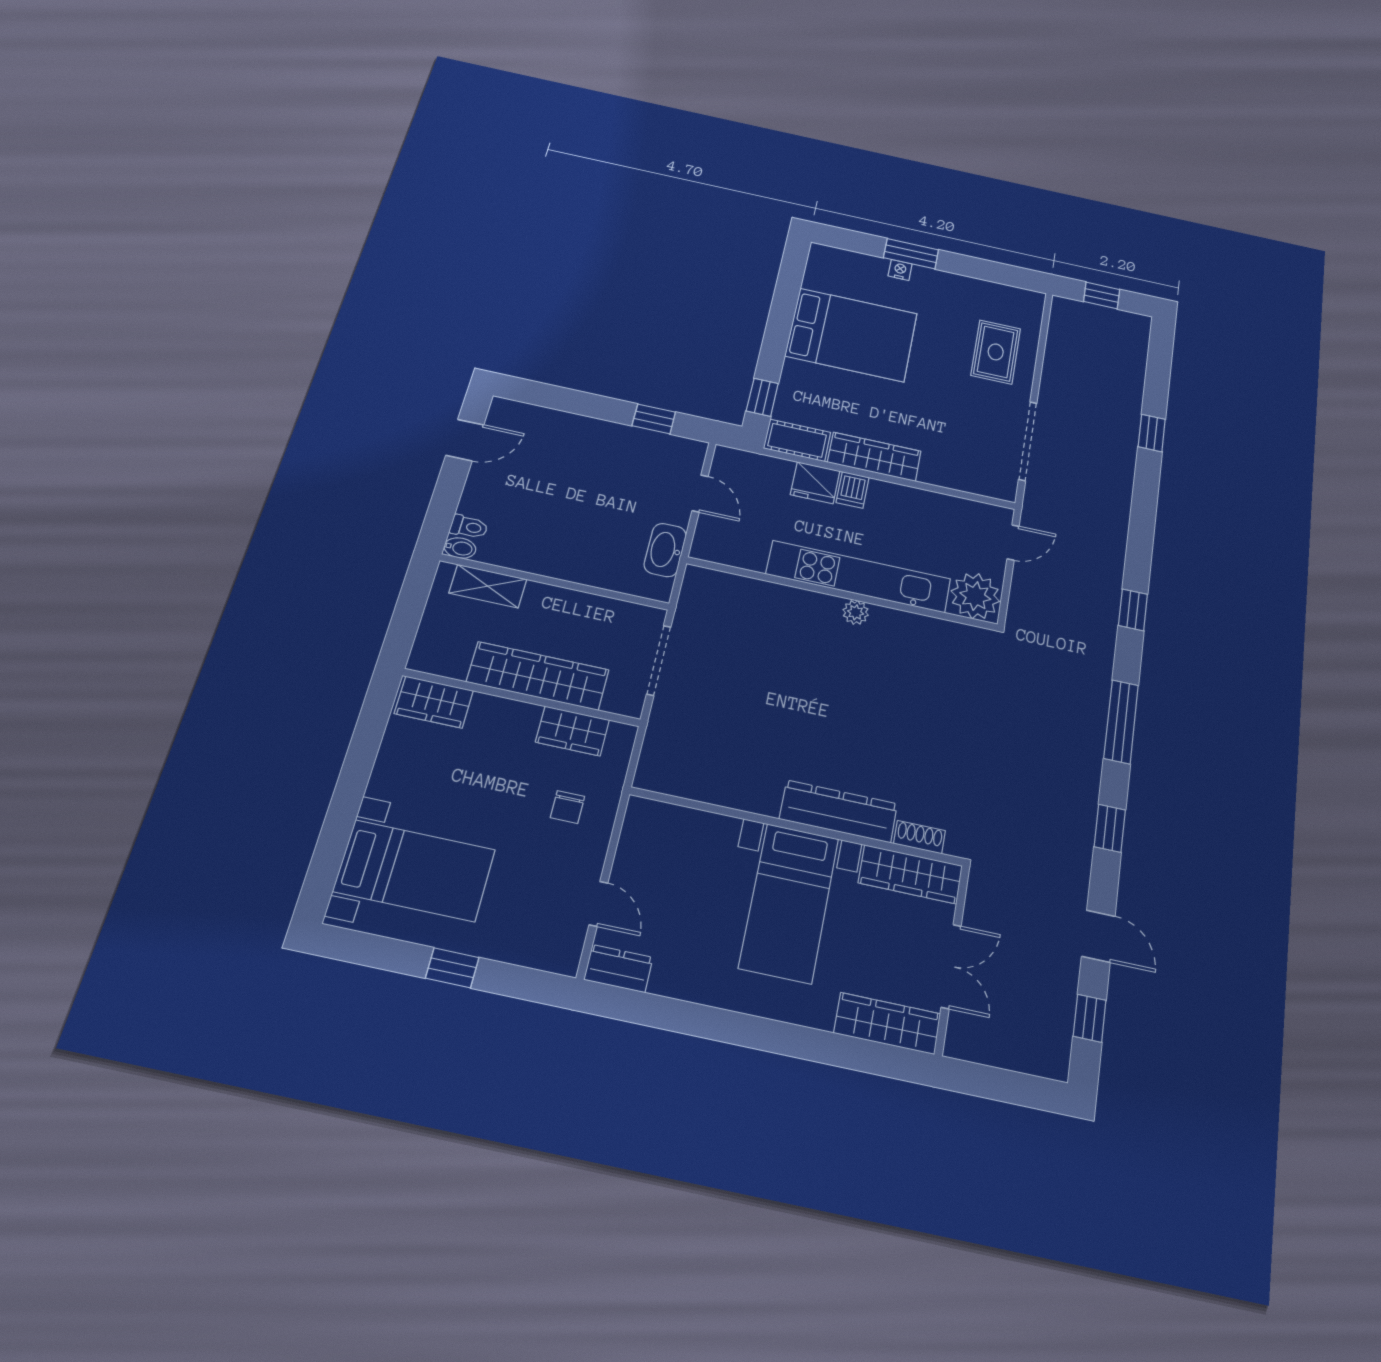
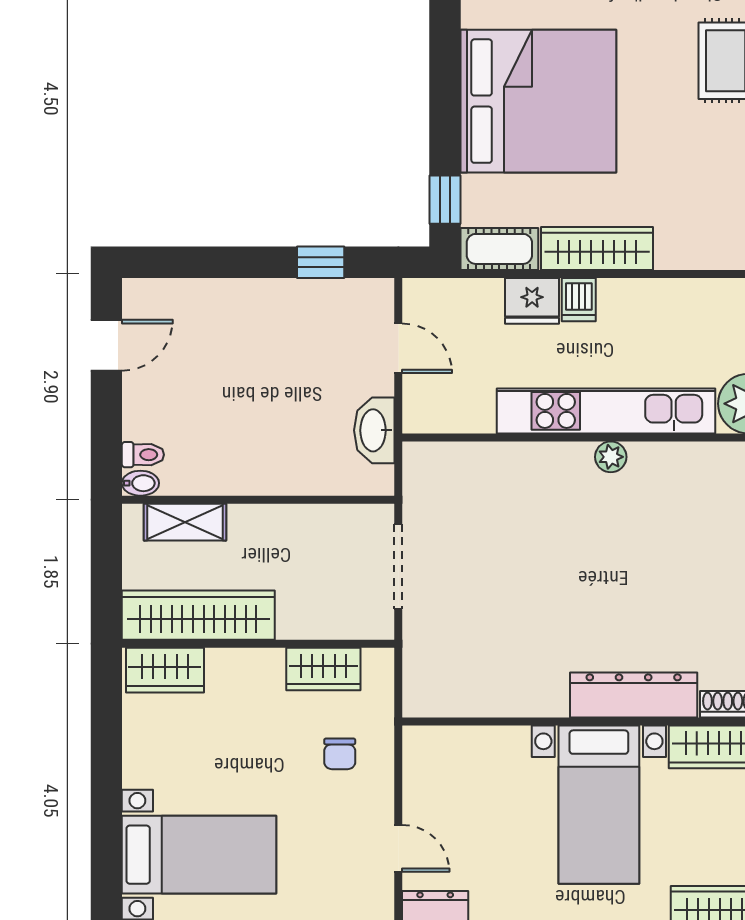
bed: (851, 335) -> (538, 101), width x1.36
wardrobe: (538, 676) -> (198, 615), moved

